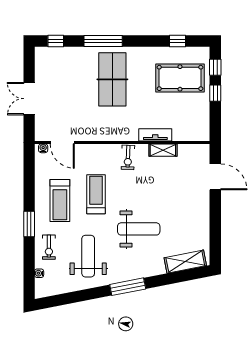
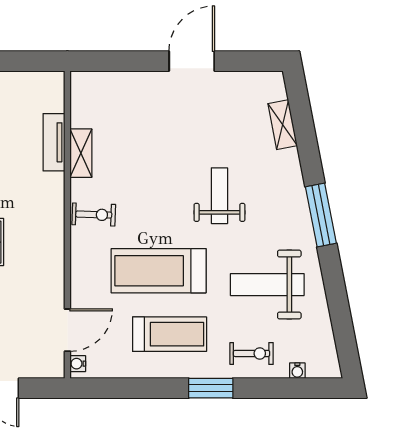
tv unit: (155, 135) -> (54, 142), moved
door: (215, 177) -> (192, 61), moved
treadmill: (96, 194) -> (159, 271), width x1.37, depth x1.38
weight bench: (139, 229) -> (219, 196), width x0.73, depth x0.75
shelving: (185, 262) -> (283, 125), width x0.67, depth x0.75

